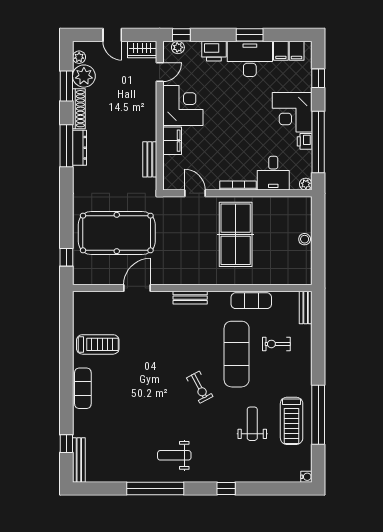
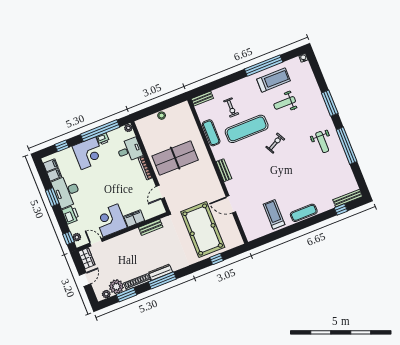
window: (66, 257) -> (217, 259), moved
window: (226, 488) -> (330, 103), width x2.17

